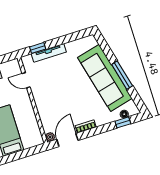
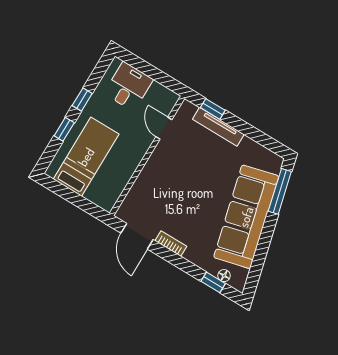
window: (122, 75) -> (280, 191), moved
plant: (50, 137) -> (123, 213), removed
door: (67, 140) -> (137, 236), swing flipped

